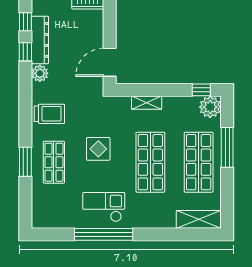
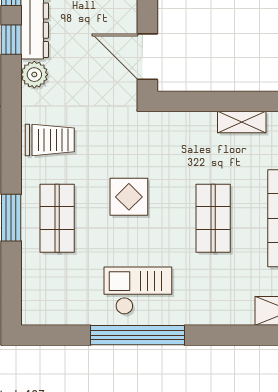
door: (110, 62) -> (147, 57), hinge flipped
shelving: (147, 103) -> (242, 122), moved
shop shelf: (150, 162) -> (213, 218), width x0.70, depth x0.74

